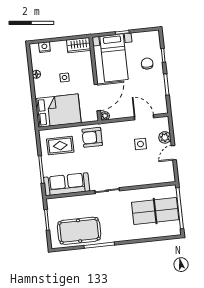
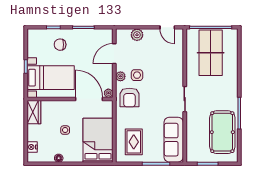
plant: (123, 126) -> (120, 76), added
armchair: (92, 137) -> (129, 98), moved
side table: (140, 144) -> (137, 75), moved
door: (174, 153) -> (167, 27), moved

